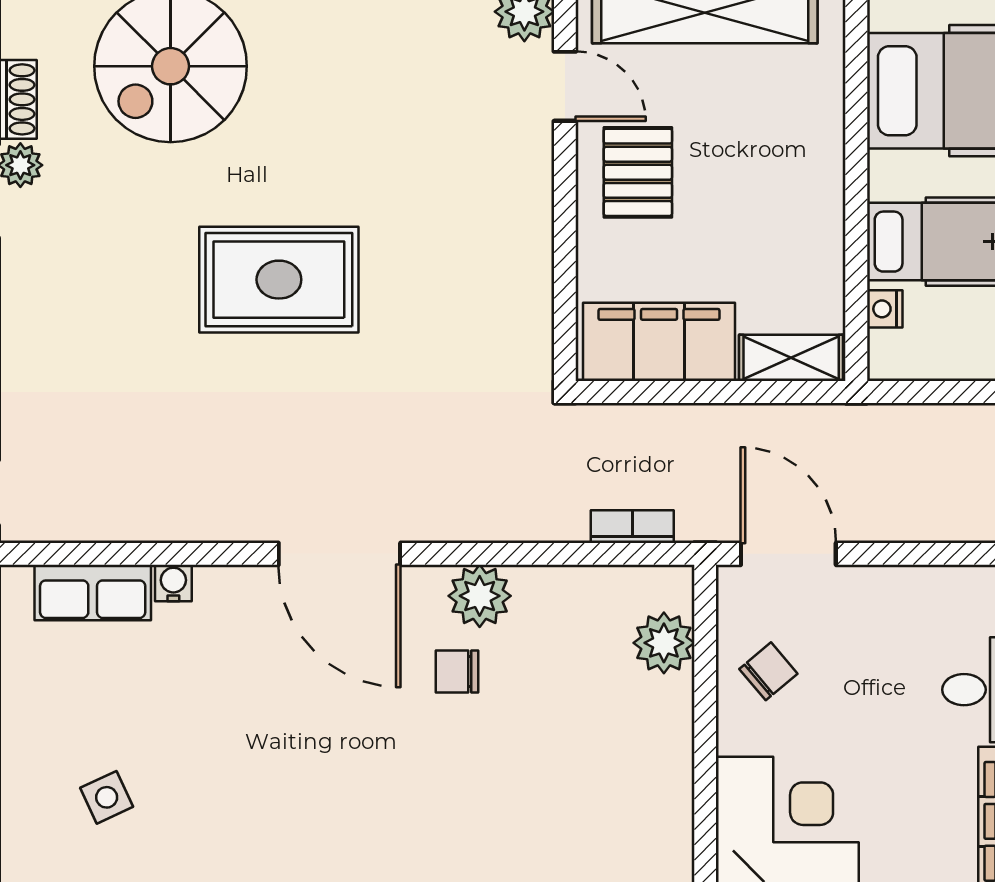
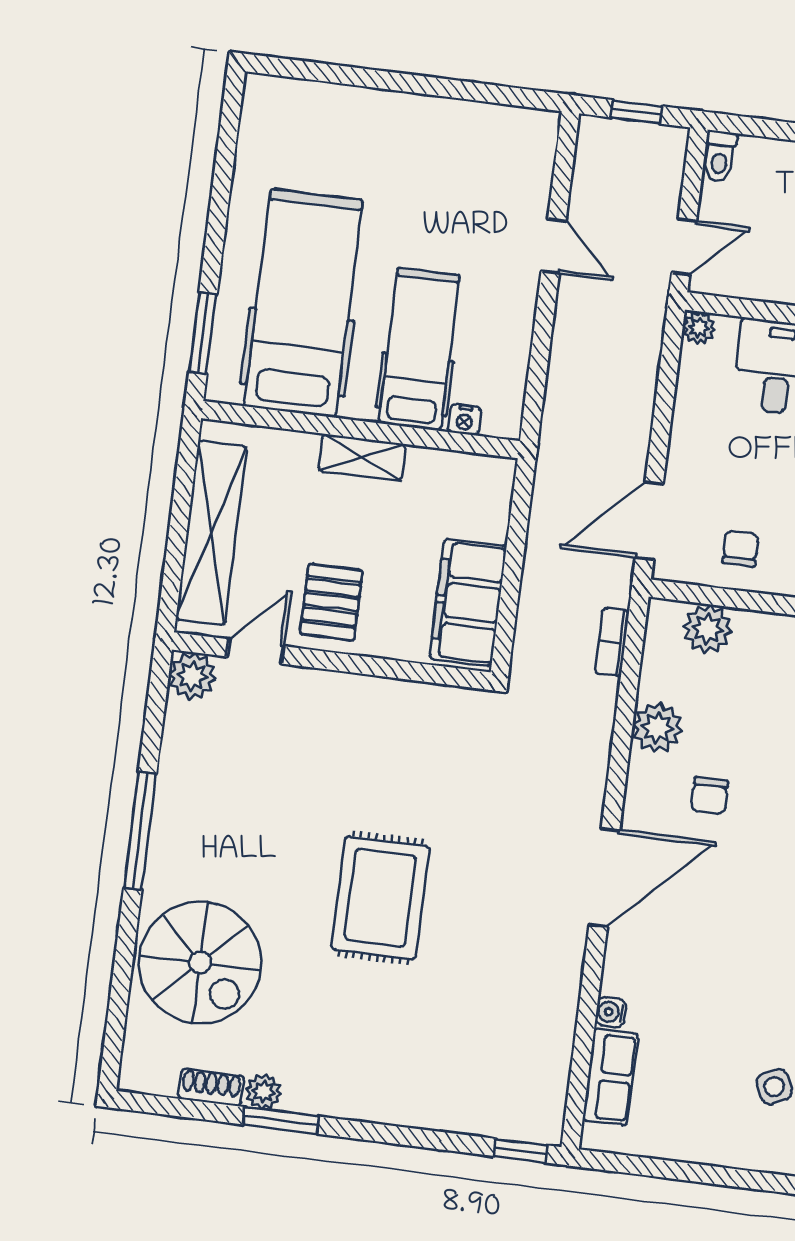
pallet: (638, 172) -> (331, 602), turned 90
shelving: (791, 358) -> (362, 457), moved, turned 90
plant: (480, 596) -> (657, 728), moved
chair: (768, 671) -> (741, 549), turned 40

